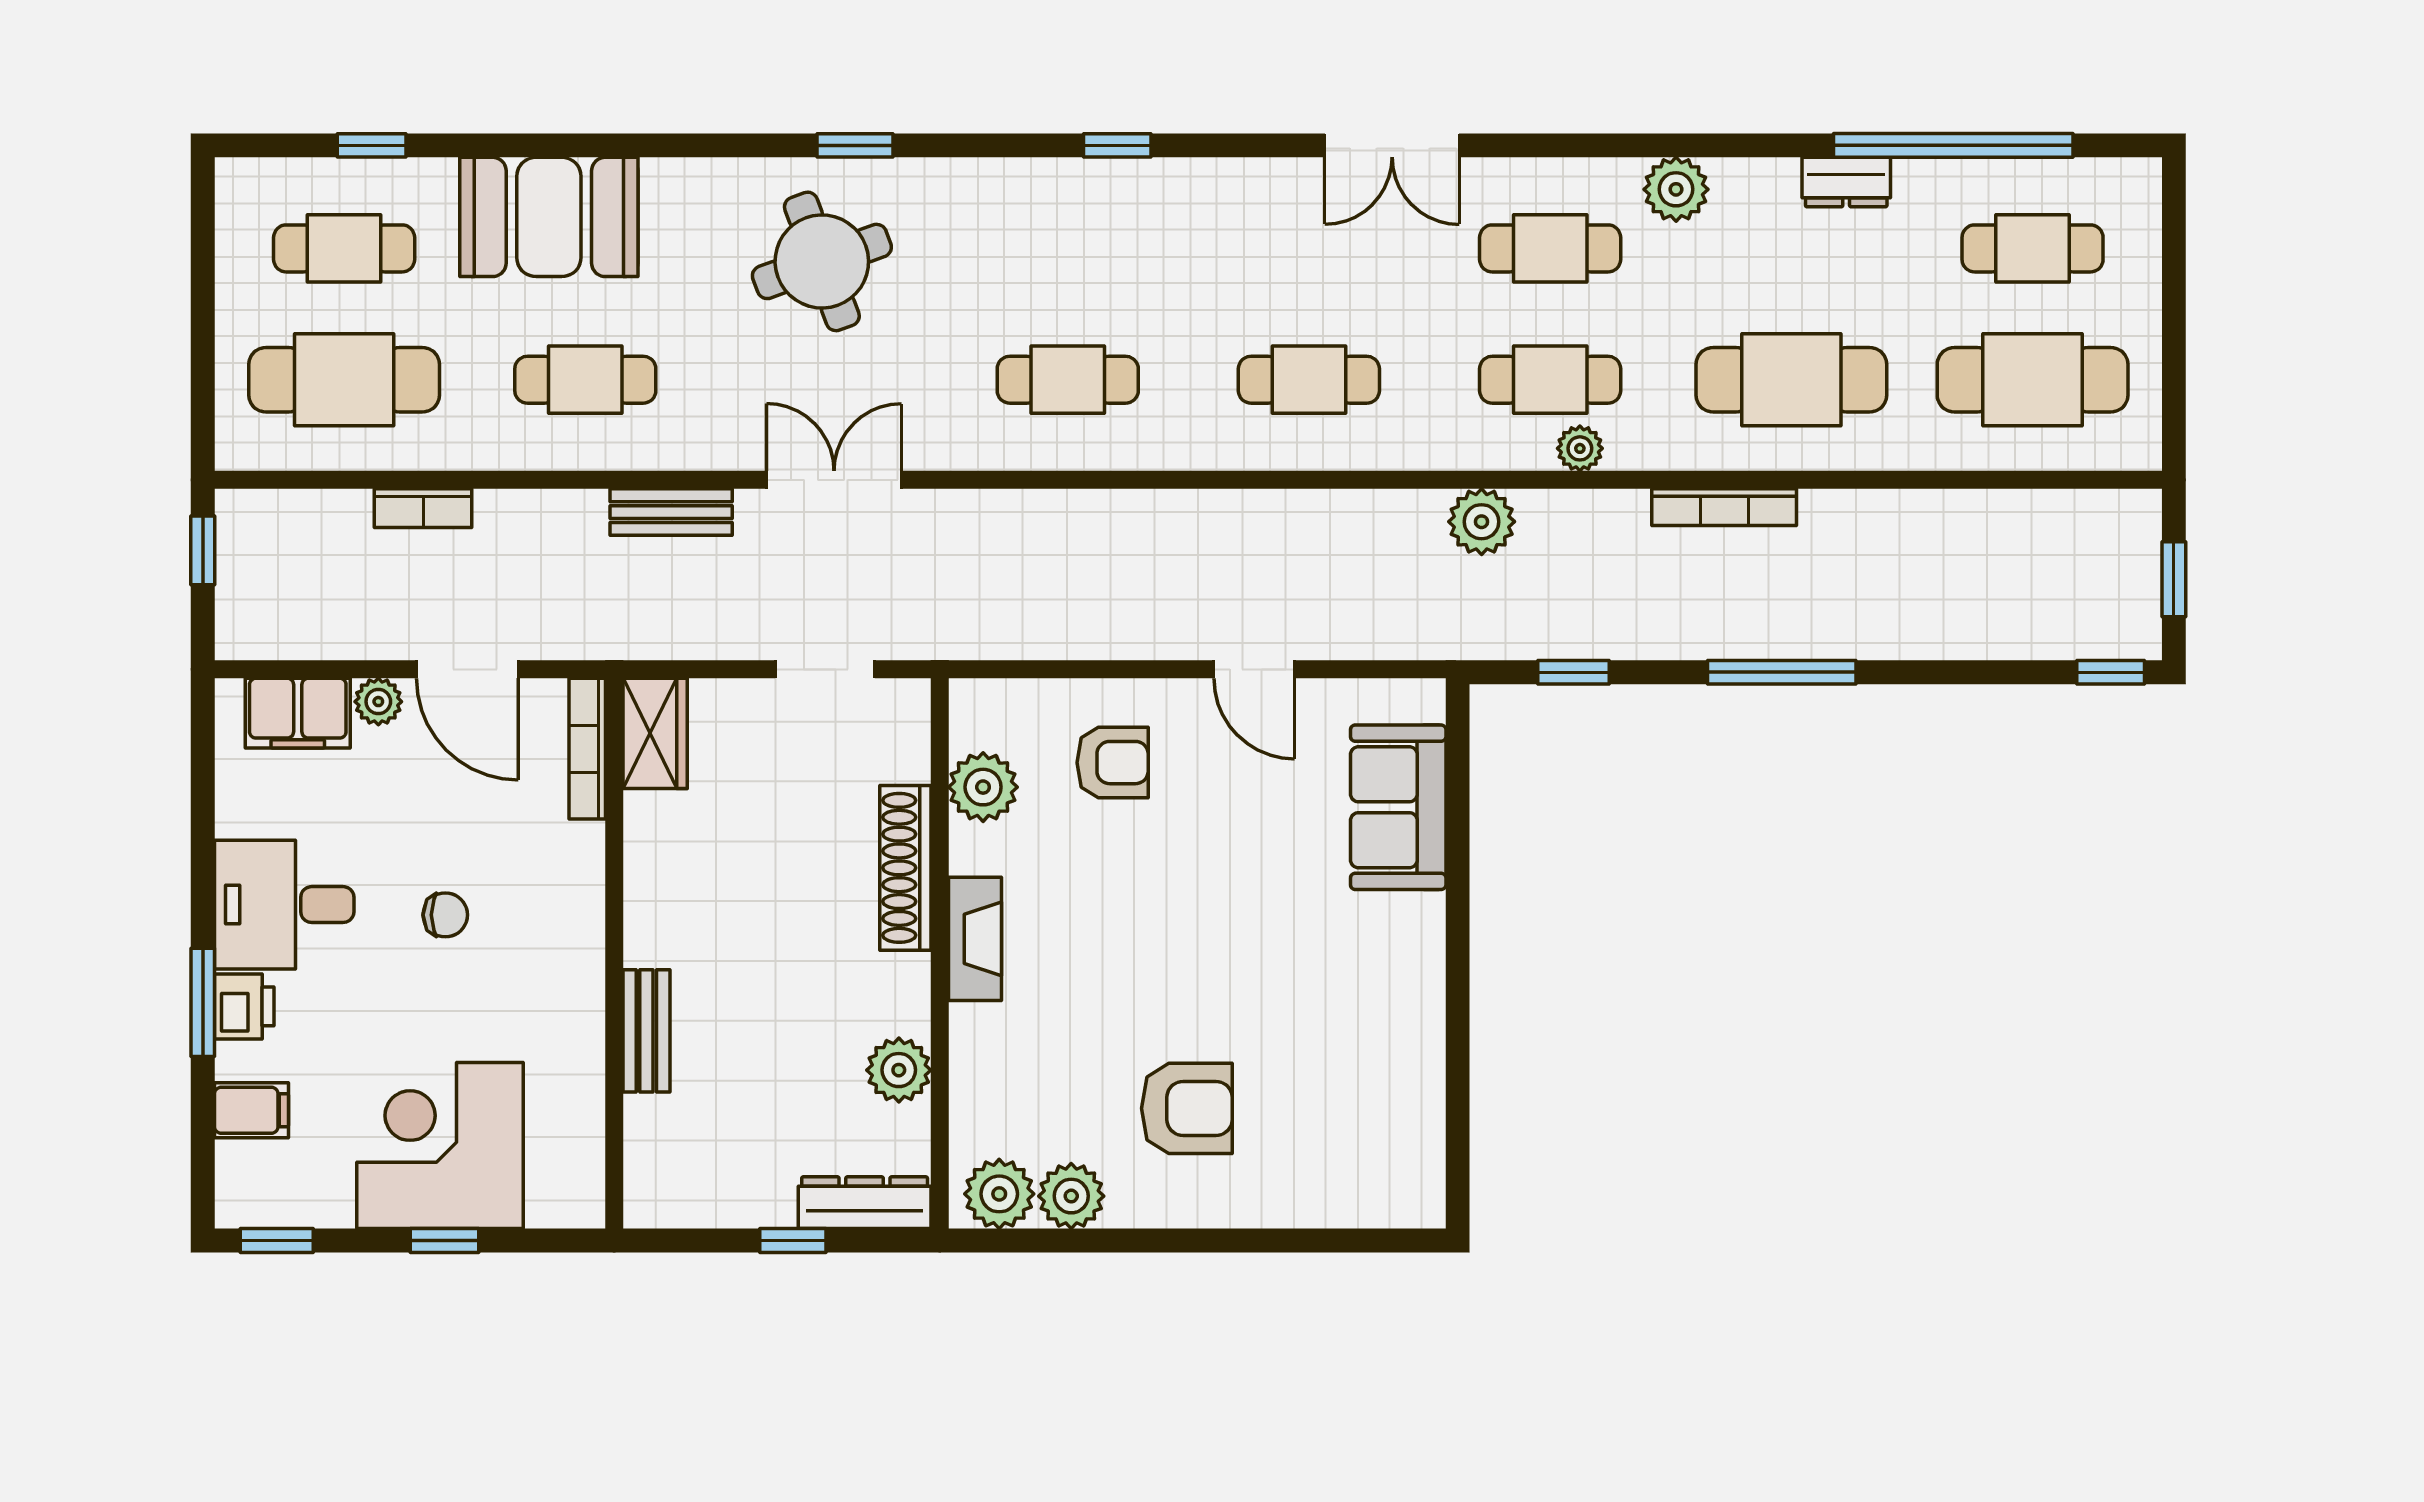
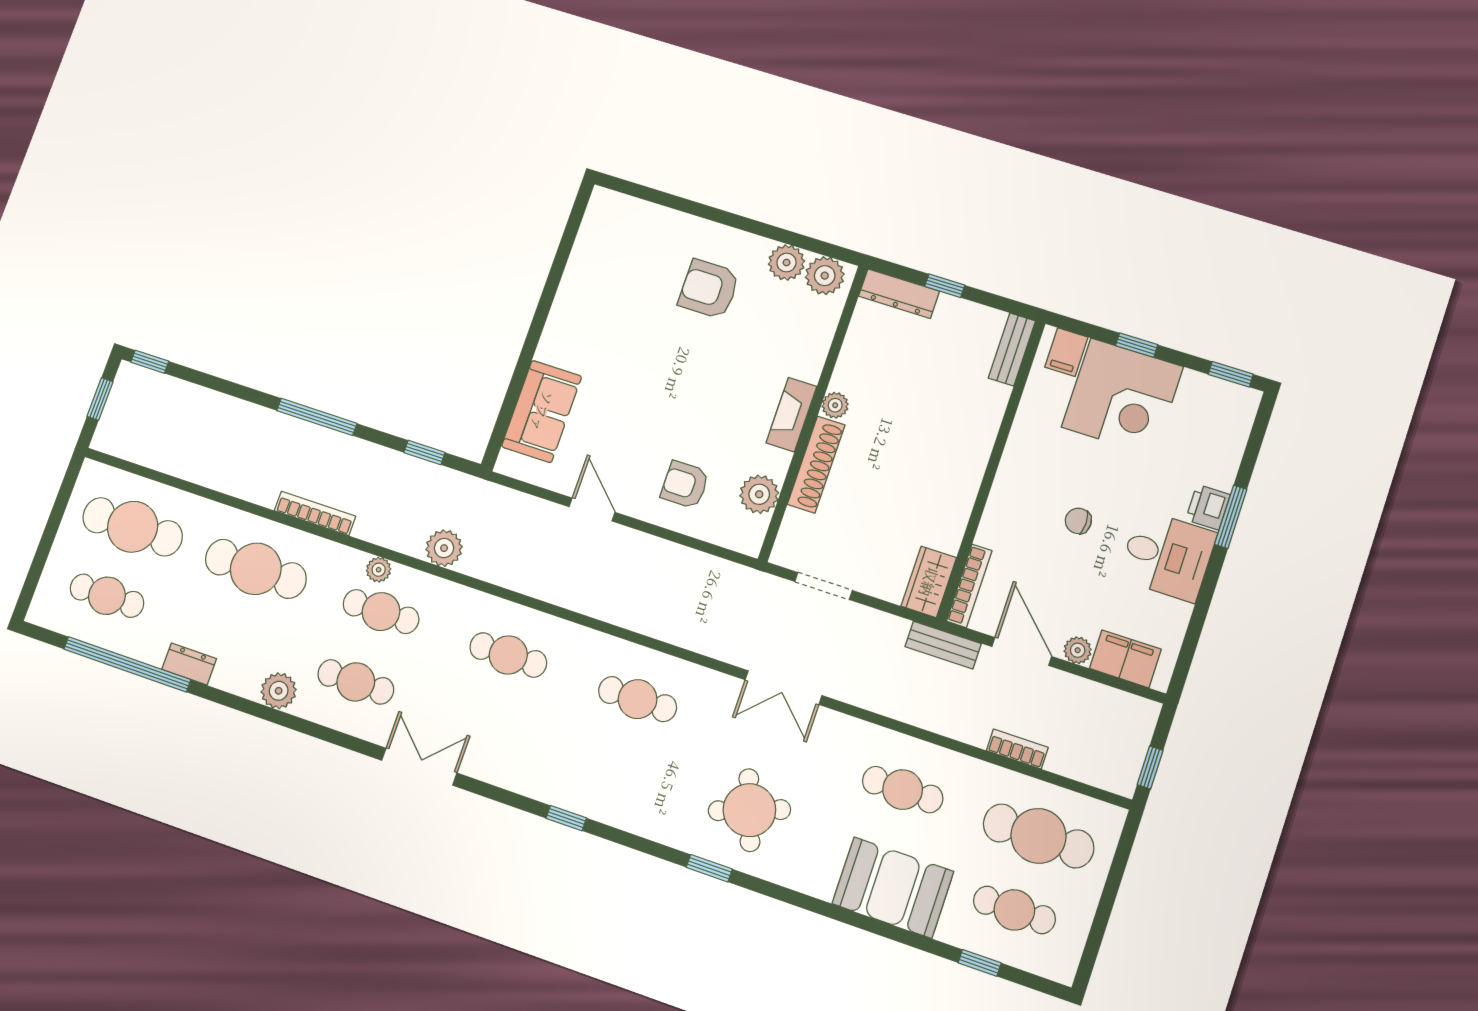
bench: (671, 512) -> (943, 645), moved
bench: (646, 1031) -> (1012, 349), moved
plant: (899, 1070) -> (835, 405), moved, width x0.73, depth x0.73
filing cabinet: (251, 1110) -> (1066, 352), moved, turned -90

